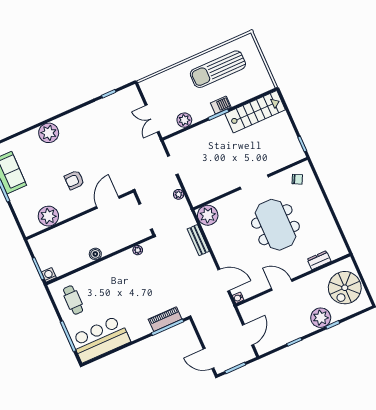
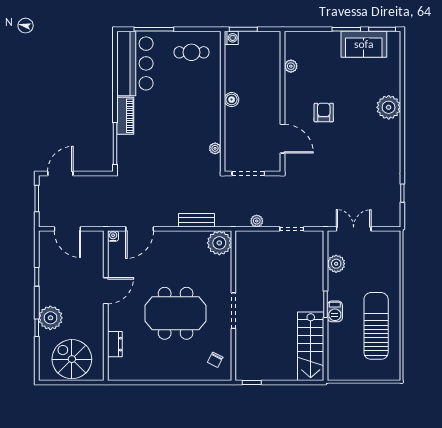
plant: (48, 216) -> (291, 66), width x0.53, depth x0.53
piano: (165, 319) -> (125, 116), moved

